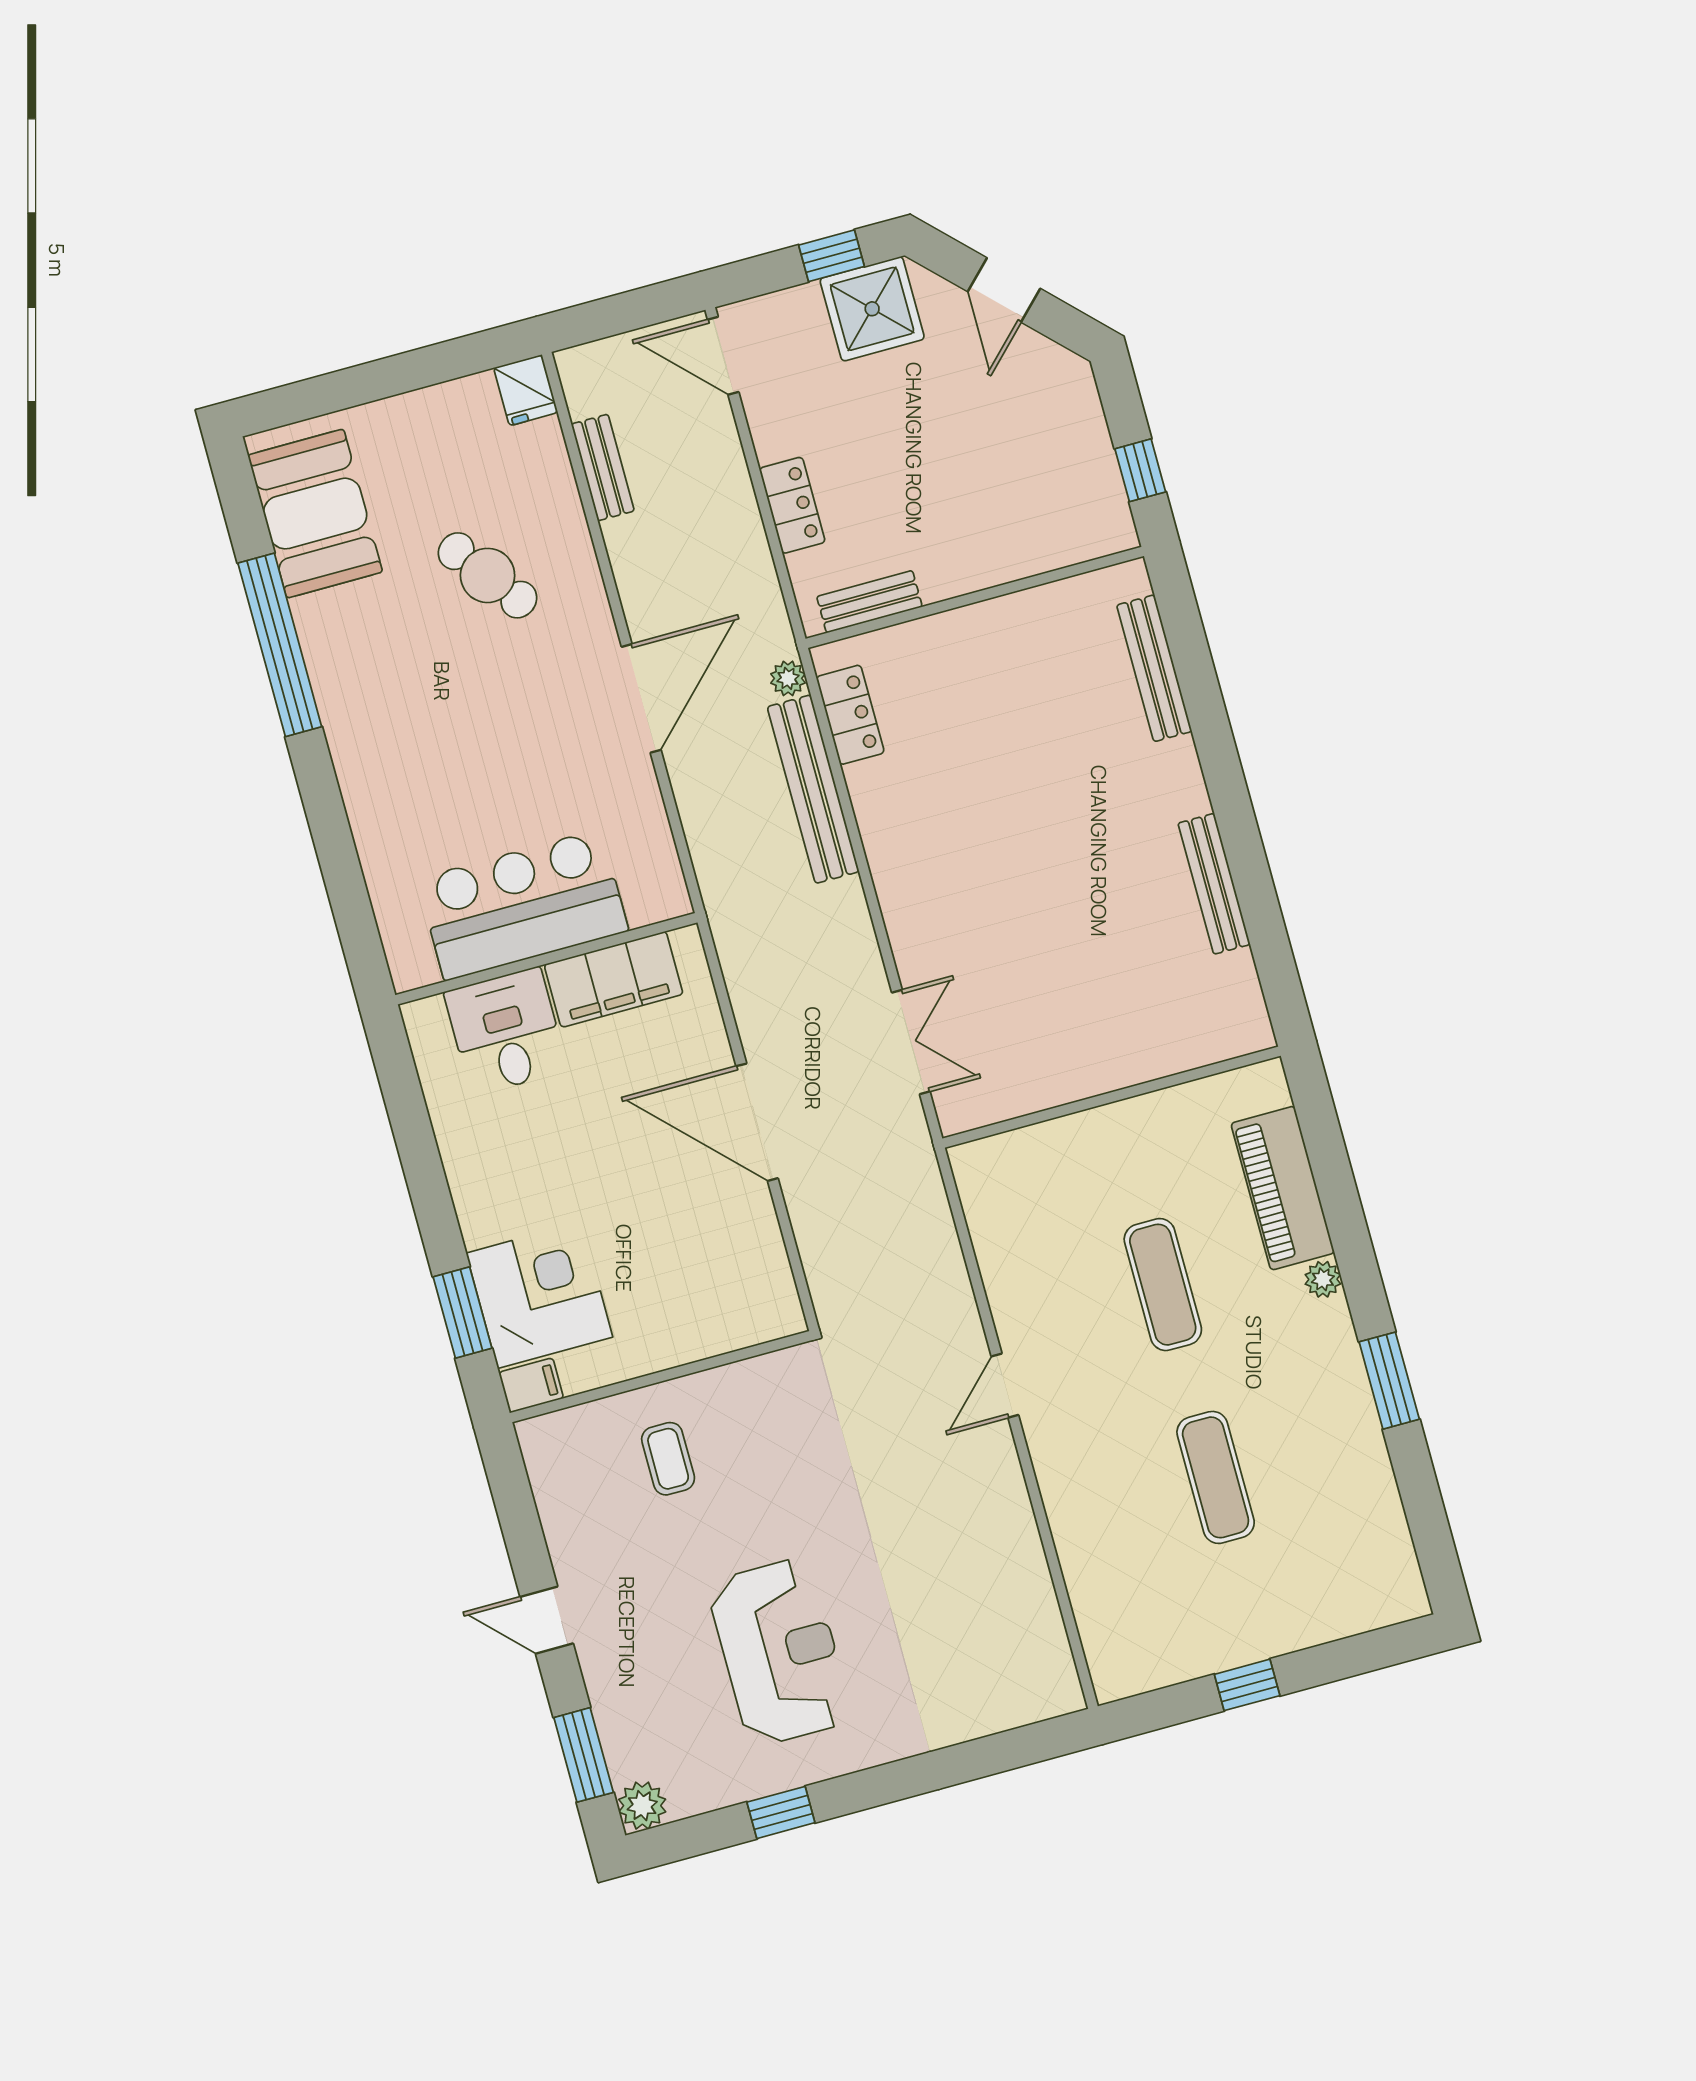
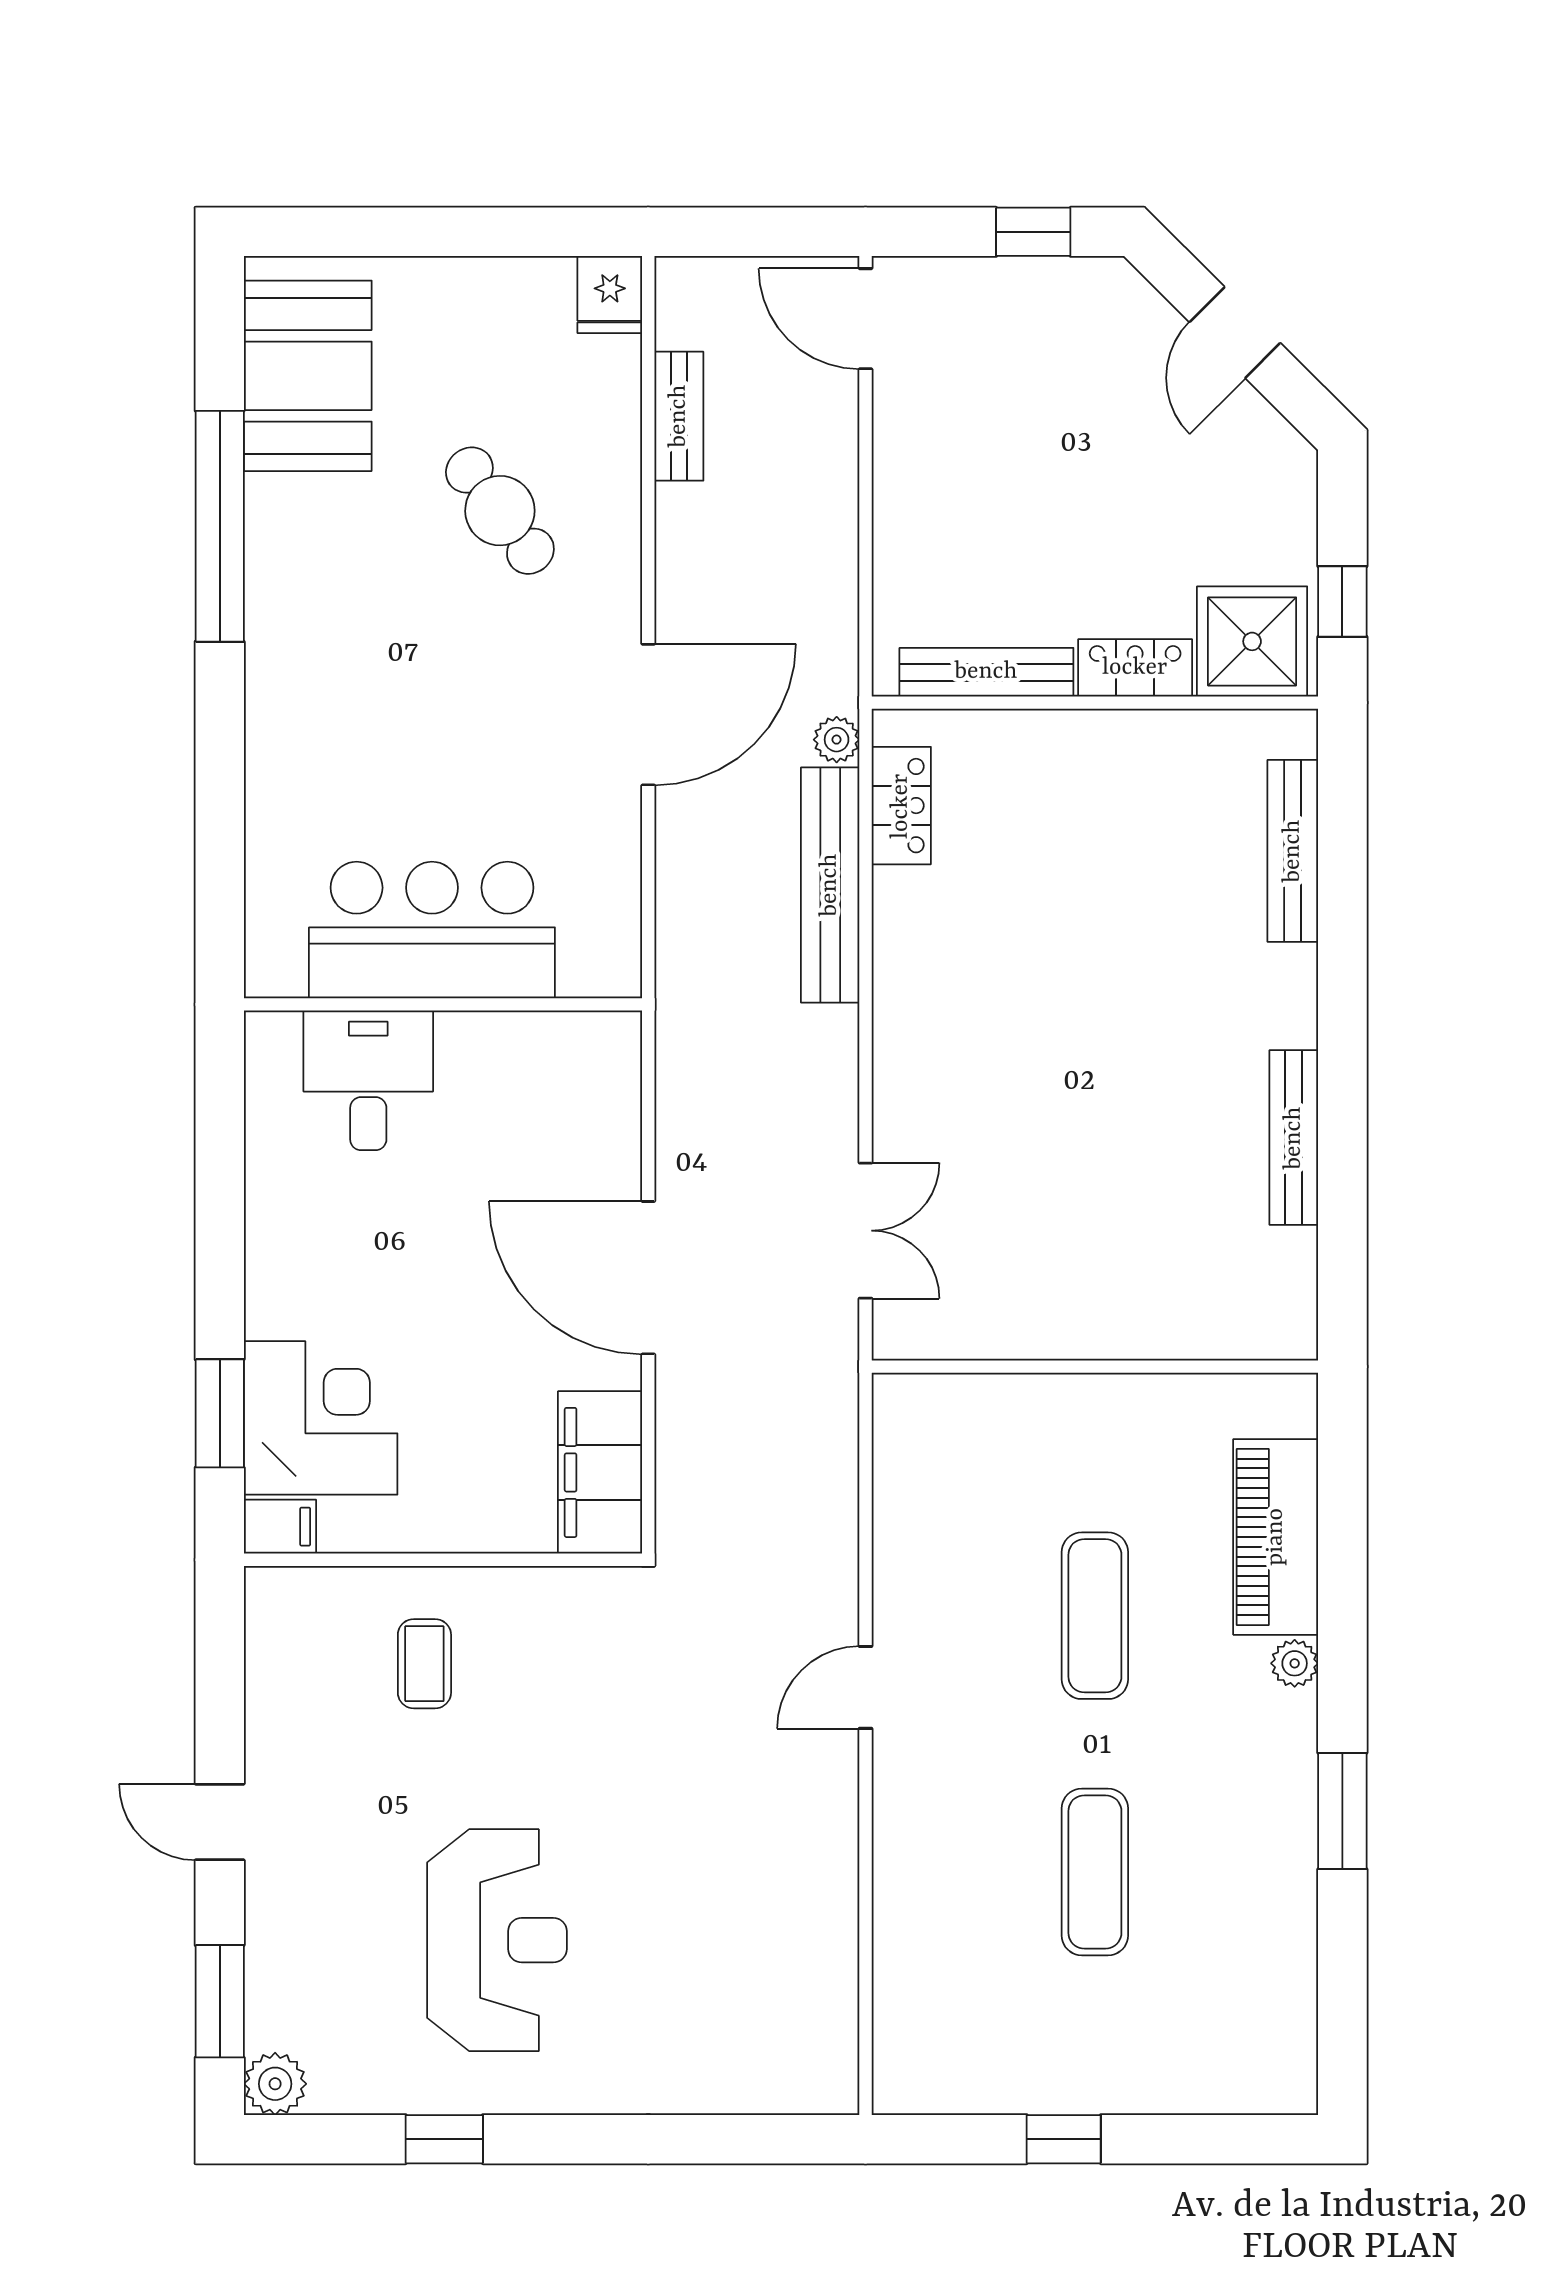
shower: (872, 309) -> (1252, 641), moved
locker: (792, 505) -> (1135, 668), moved, turned -90
bench: (869, 602) -> (986, 672), width x1.36
filing cabinet: (614, 979) -> (600, 1472), moved, turned 90

